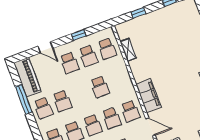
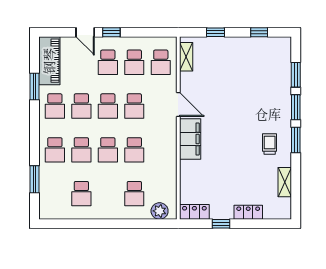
window: (79, 35) -> (111, 32), moved
shelving: (128, 50) -> (186, 57), moved
window: (24, 99) -> (35, 86), width x0.69
school desk: (130, 111) -> (108, 106), moved
door: (150, 127) -> (178, 104), moved

